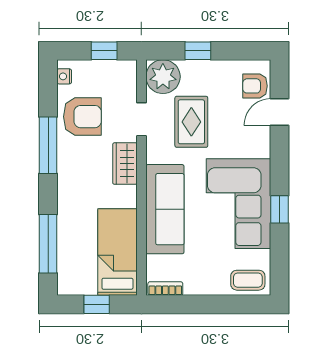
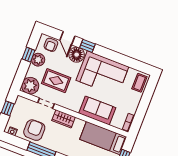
window: (198, 51) -> (28, 55), moved
plant: (218, 73) -> (38, 60), added
floor lamp: (255, 141) -> (77, 55), added
sofa: (165, 209) -> (97, 111), width x0.73
window: (279, 209) -> (87, 46), moved

